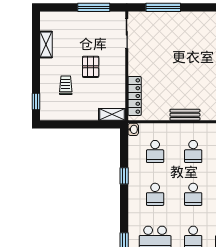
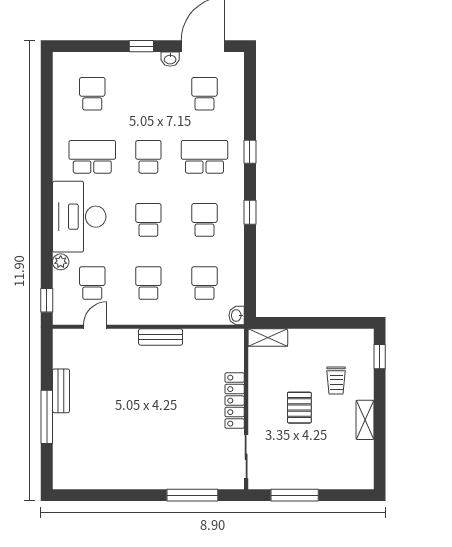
shelving: (46, 45) -> (365, 420), moved
locker: (135, 96) -> (235, 401), moved
window: (124, 176) -> (250, 212), moved

